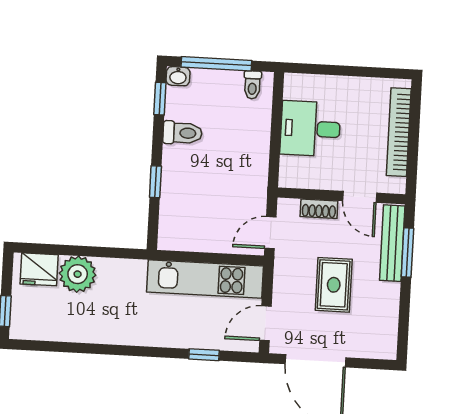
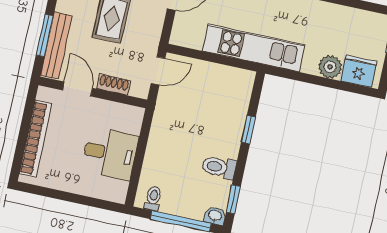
plant: (78, 274) -> (330, 67), width x0.73, depth x0.73
kitchen unit: (205, 279) -> (253, 48), moved

